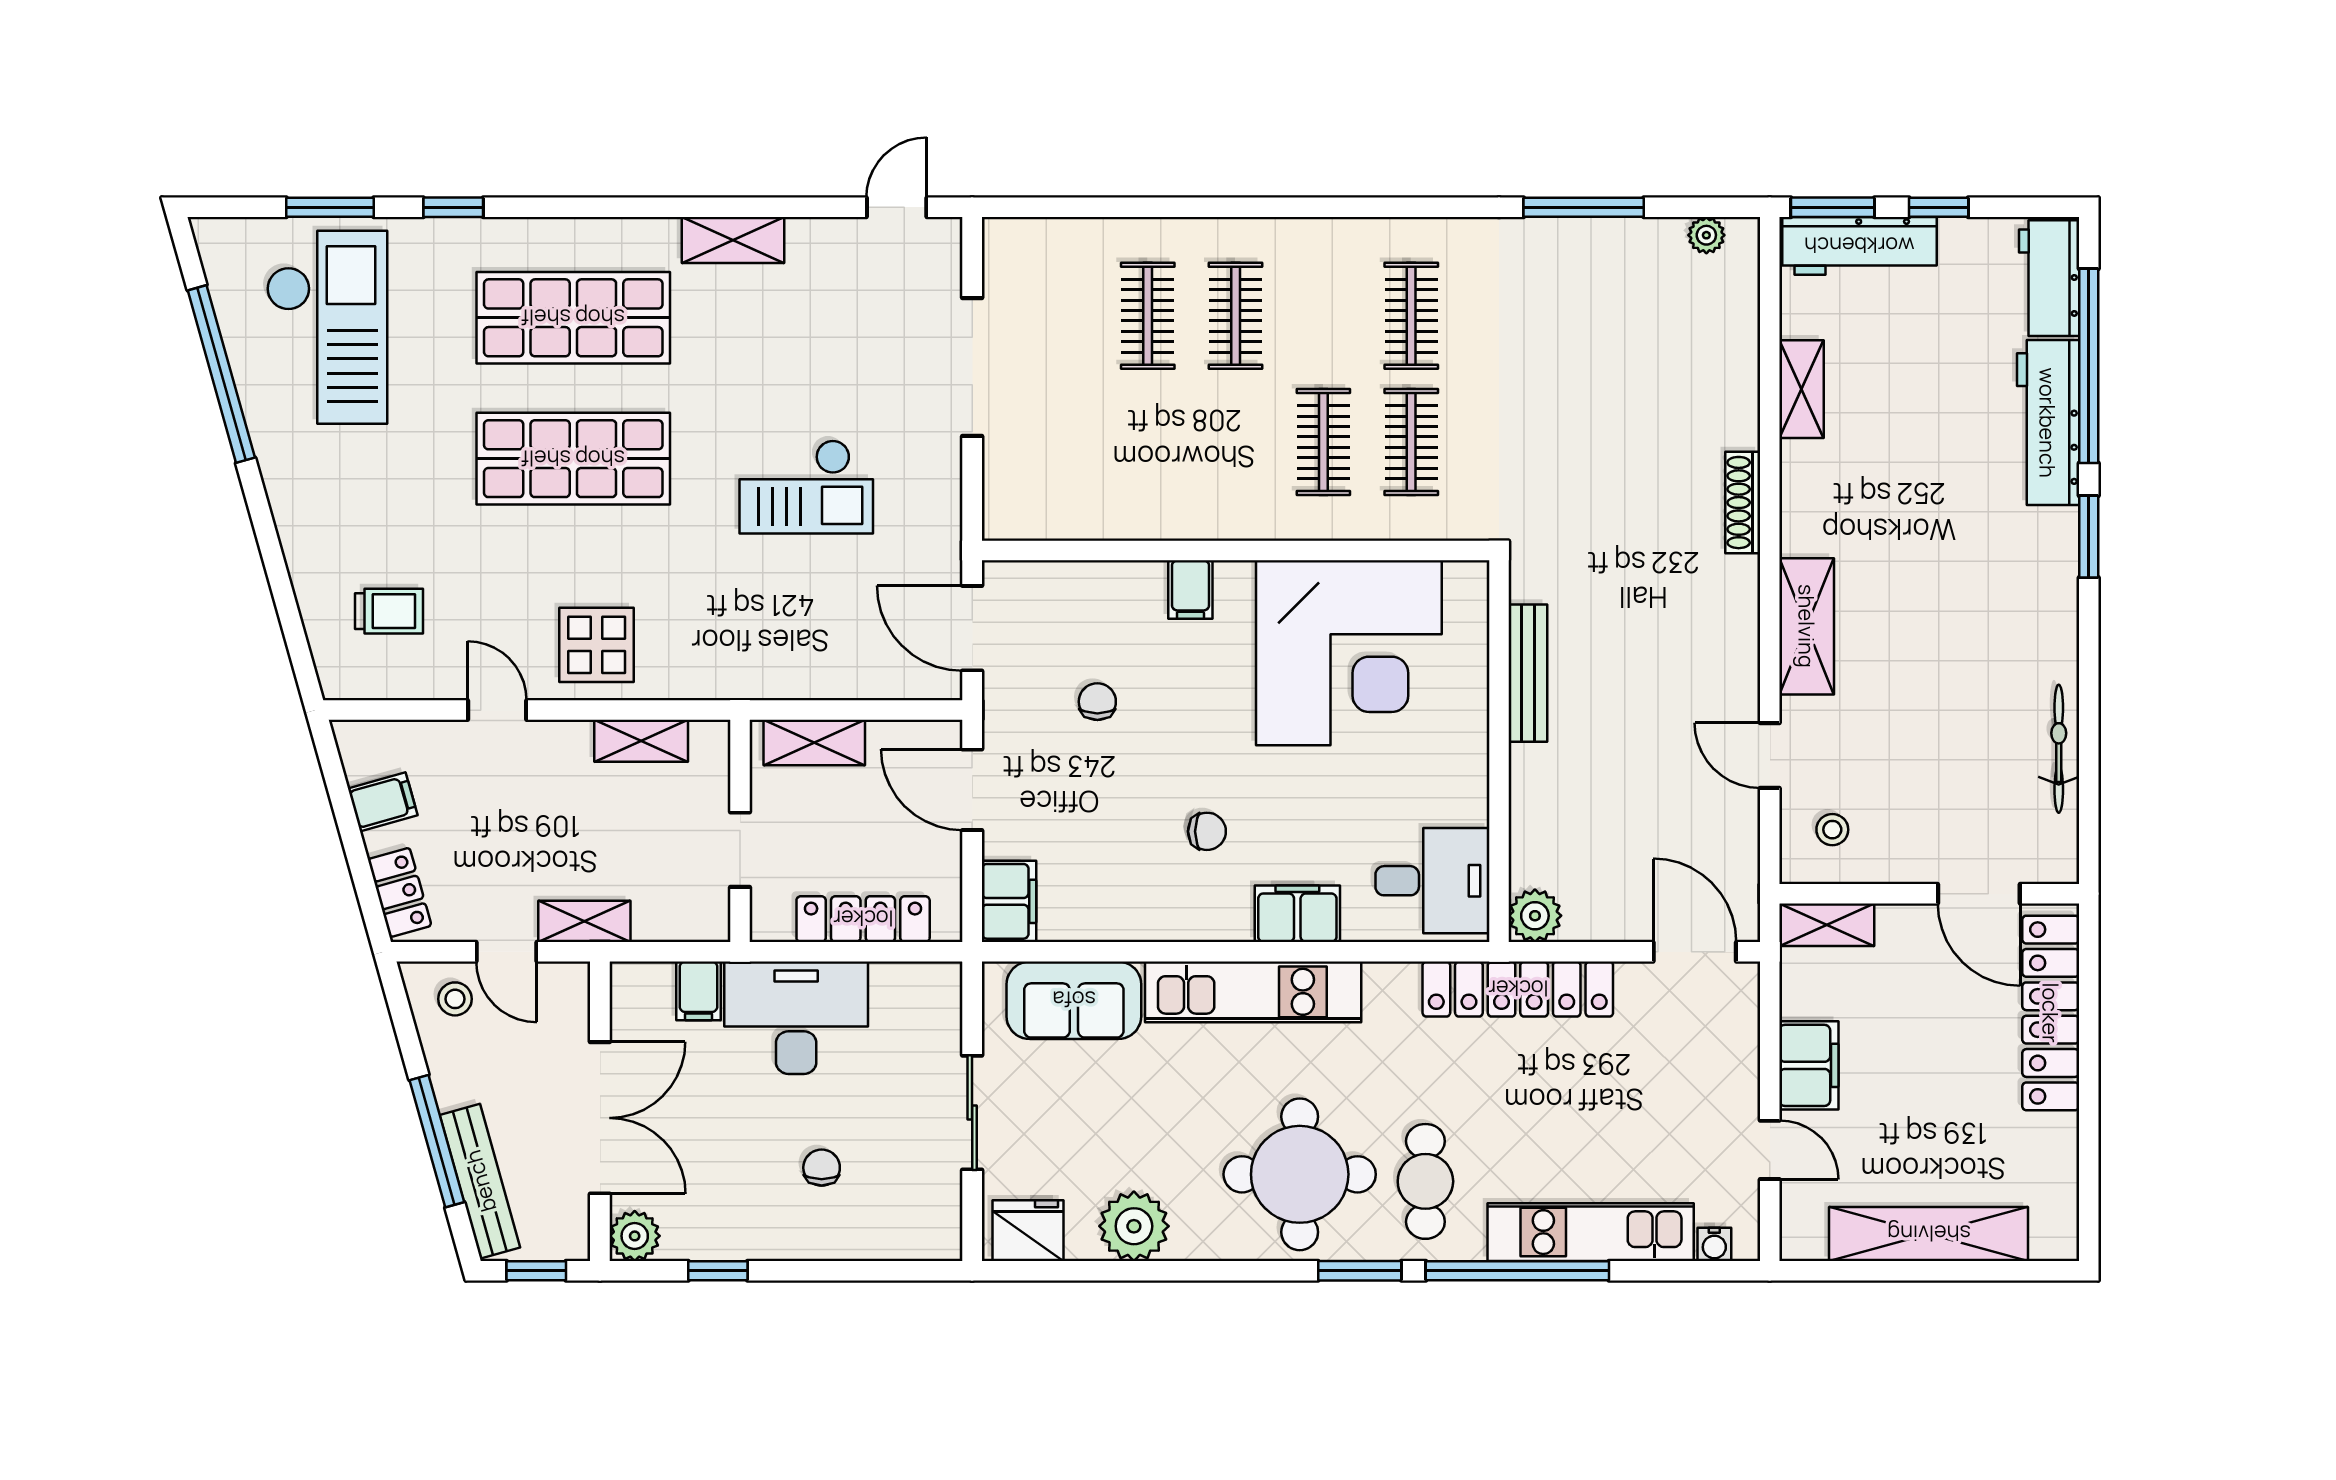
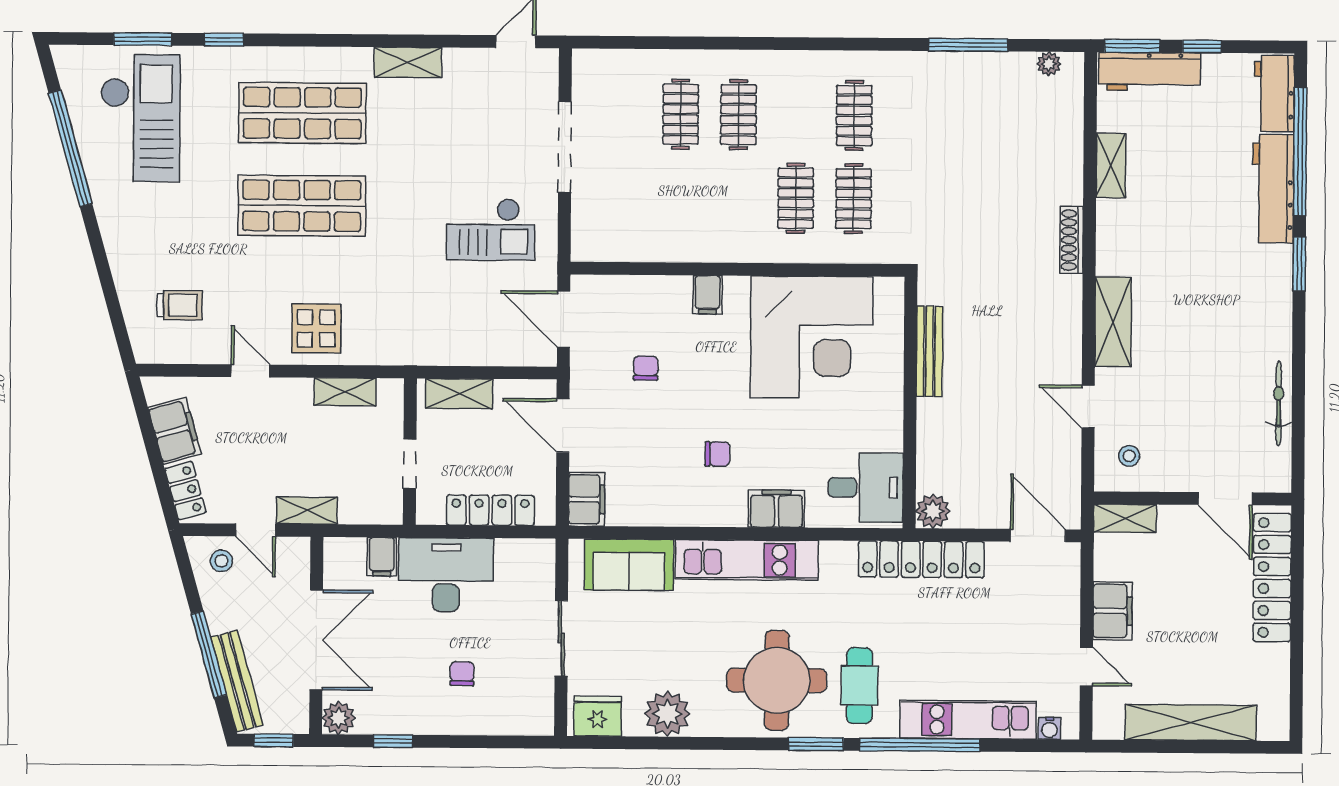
checkout: (806, 487) -> (490, 229), moved
filing cabinet: (383, 802) -> (175, 431), width x2.00

